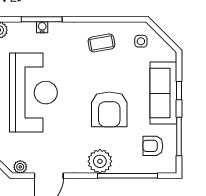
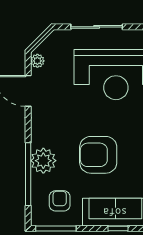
window: (179, 136) -> (56, 228), moved
plant: (100, 161) -> (43, 161), moved

